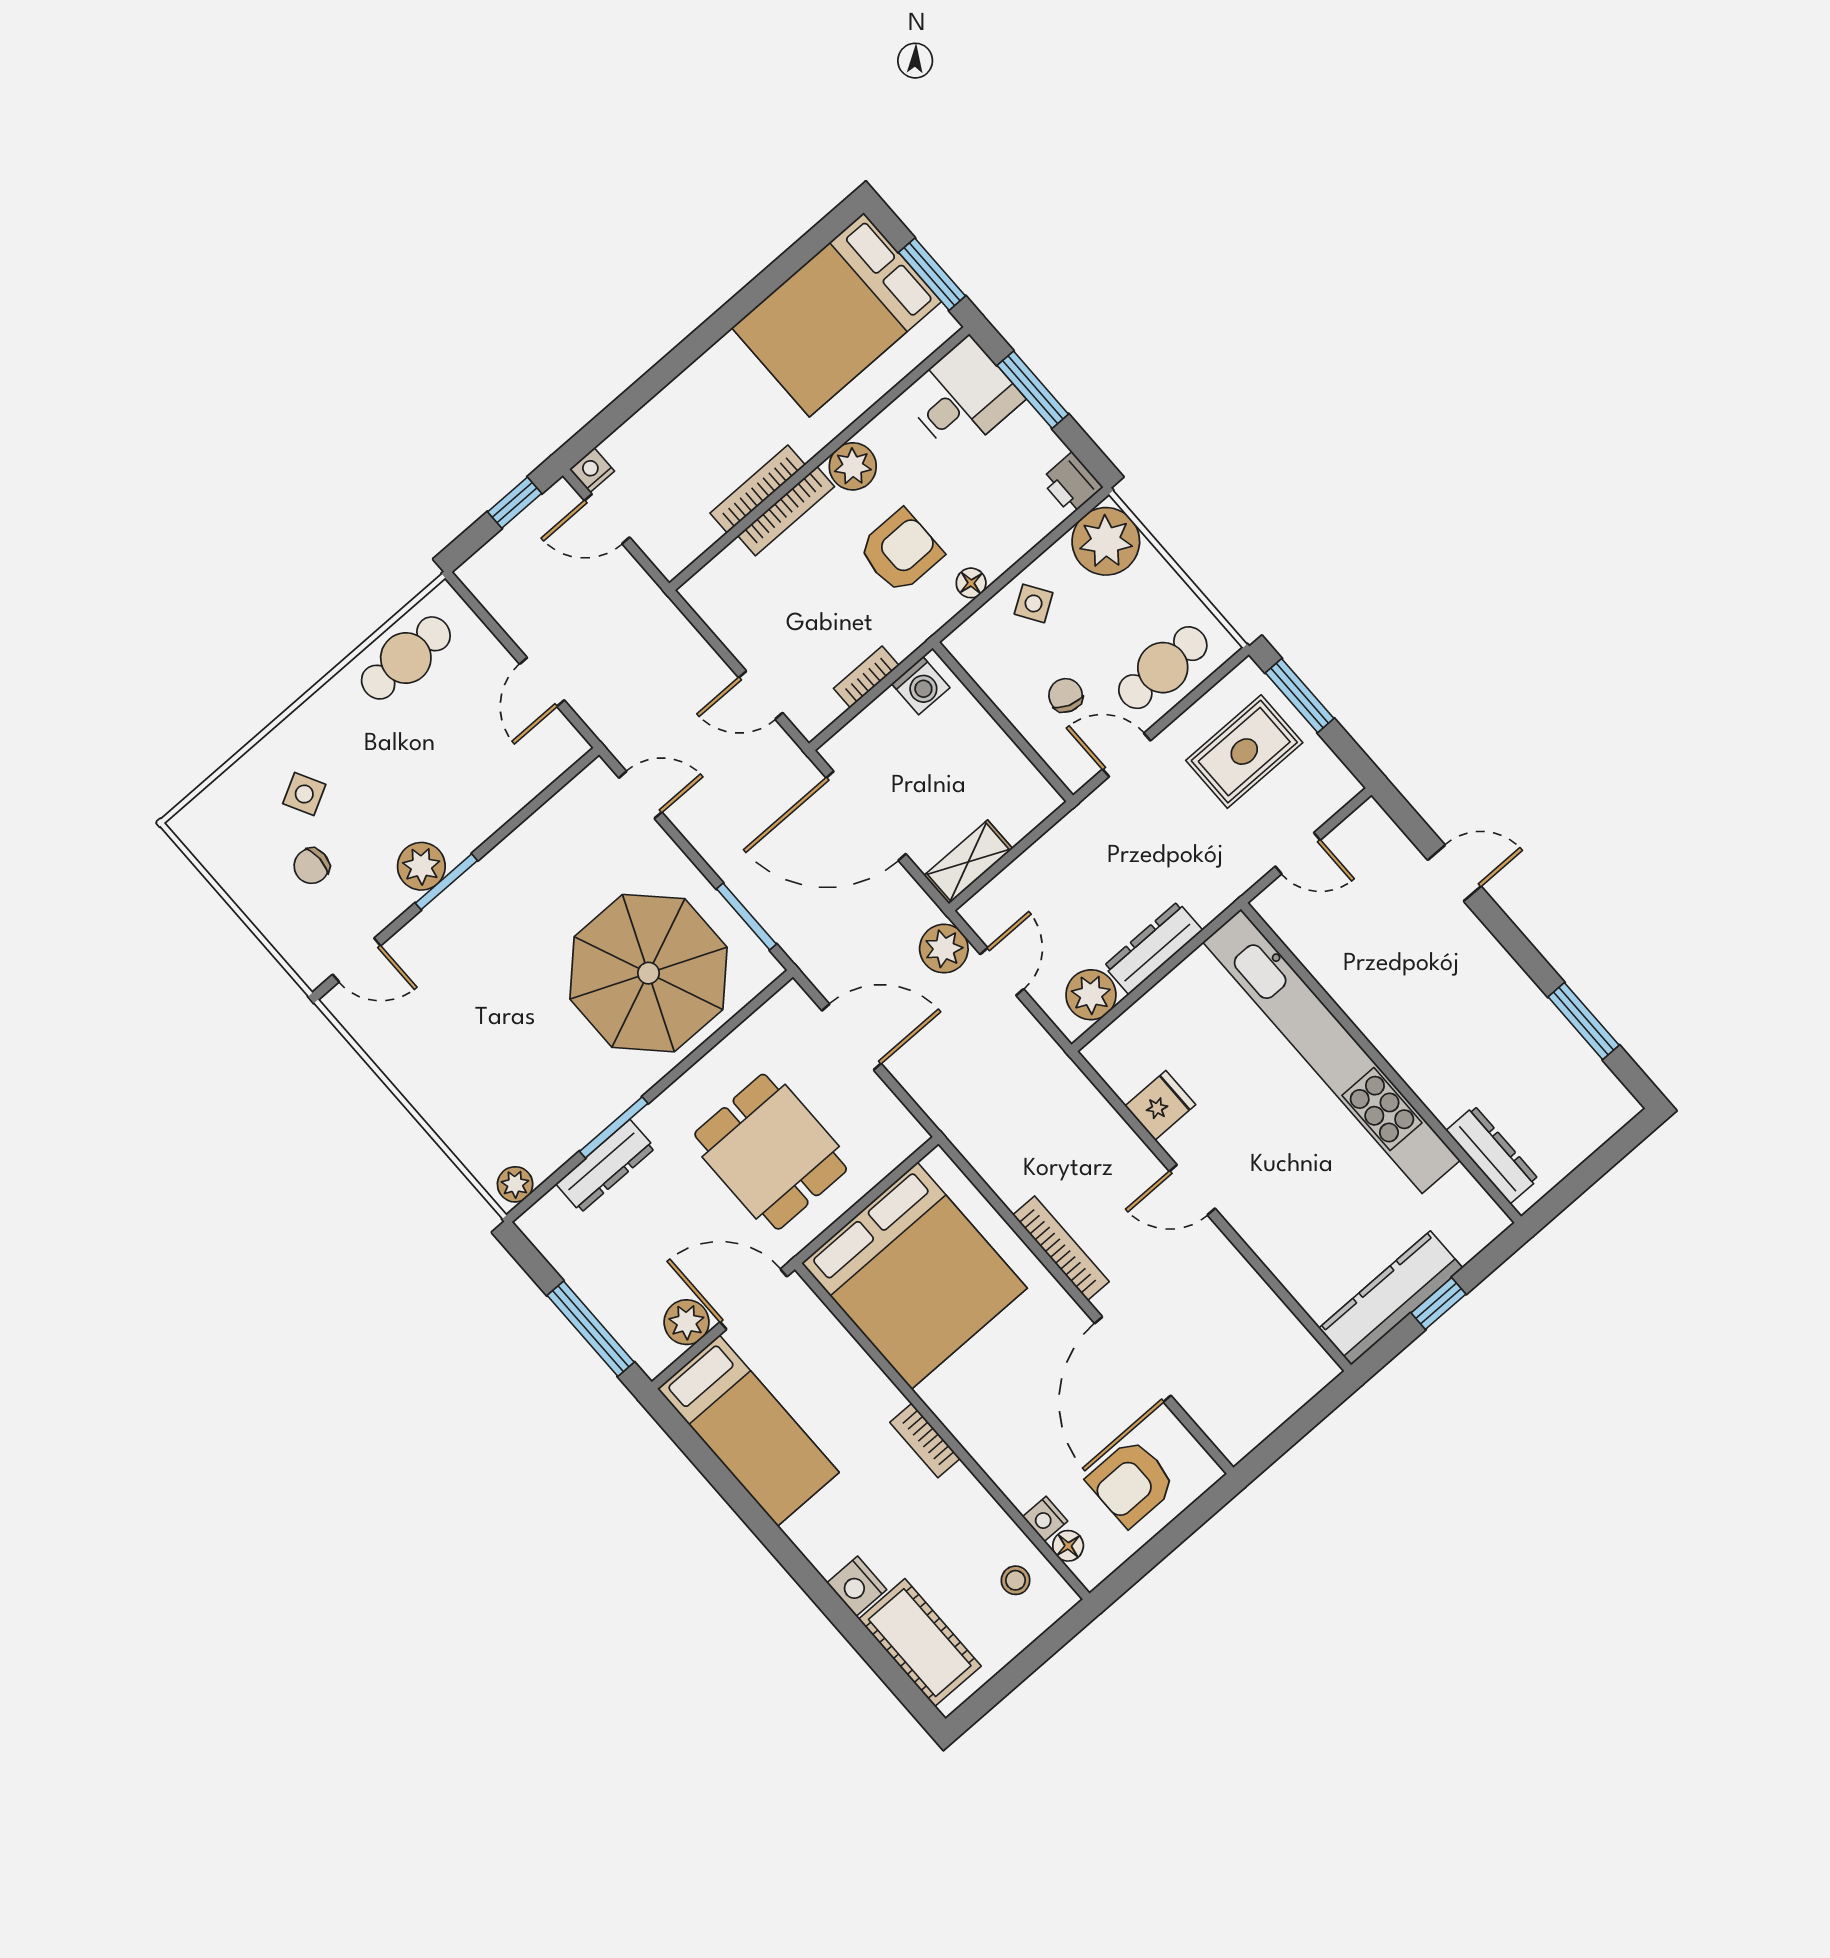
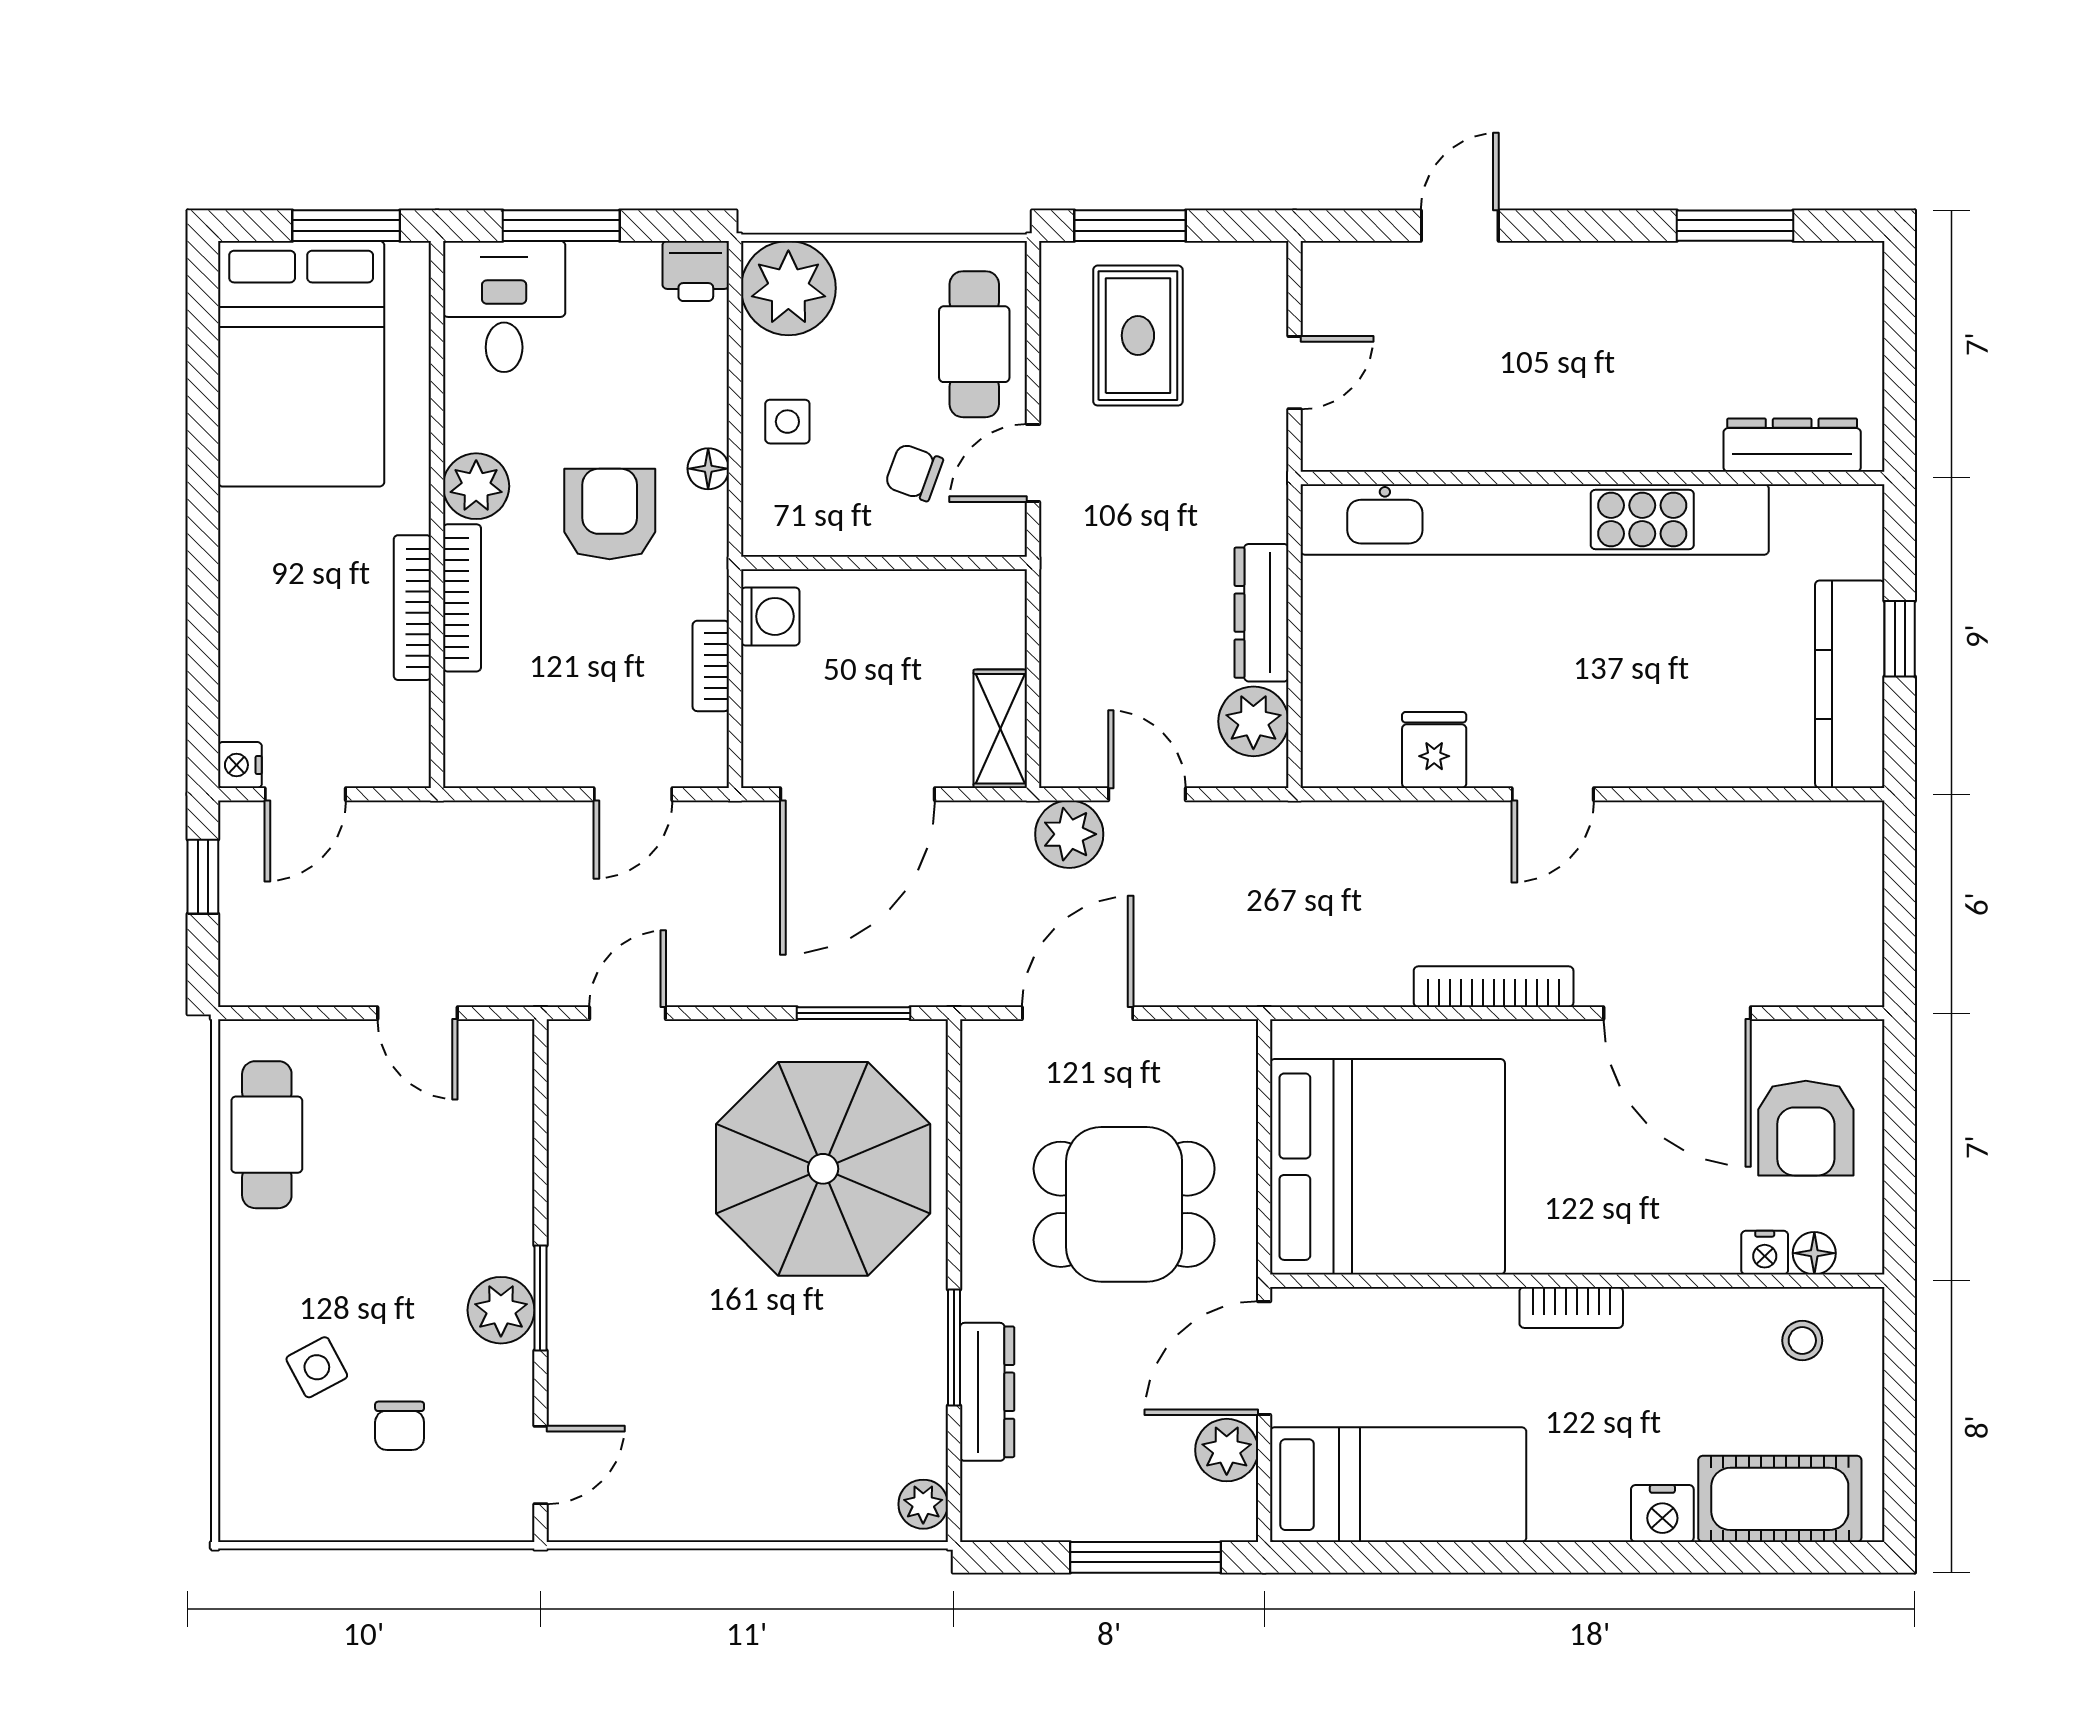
side table: (1034, 603) -> (787, 422), turned 33

